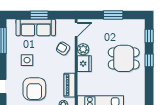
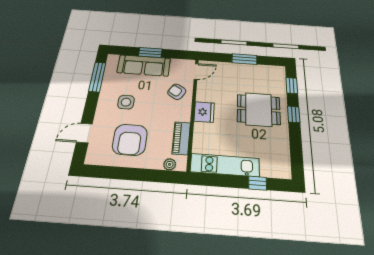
plant: (83, 49) -> (204, 95), removed

